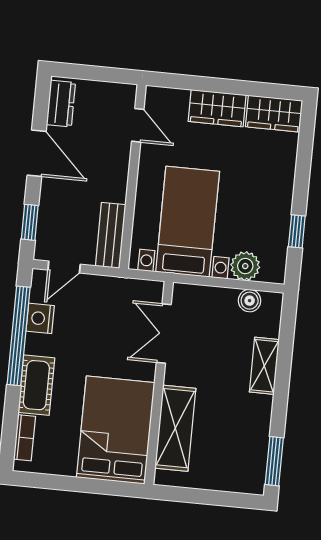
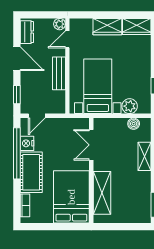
plant: (125, 94) -> (59, 24), added
door: (138, 125) -> (67, 39), swing flipped
bench: (111, 235) -> (59, 73), moved
cot: (36, 385) -> (31, 172), width x1.37, depth x1.34

